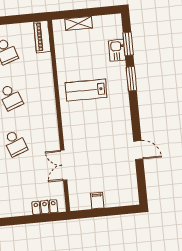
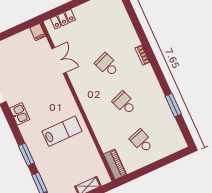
kitchen sink: (117, 50) -> (20, 114), moved
filing cabinet: (97, 201) -> (38, 32), moved

